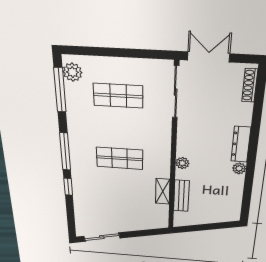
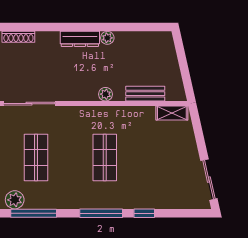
shelving: (163, 191) -> (172, 113), moved

